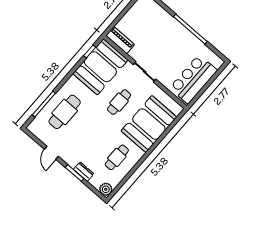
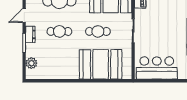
cafe table: (117, 157) -> (59, 31), moved
dresser: (84, 172) -> (30, 34), moved
plant: (106, 189) -> (31, 63), moved

